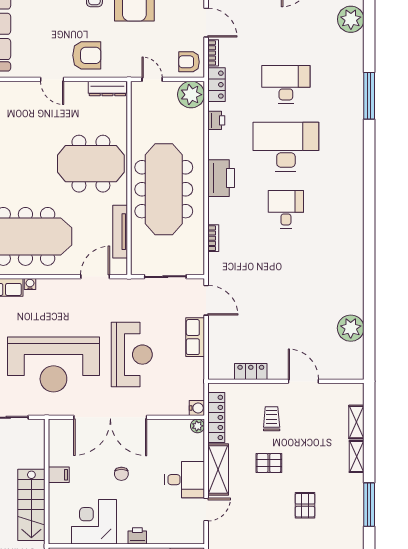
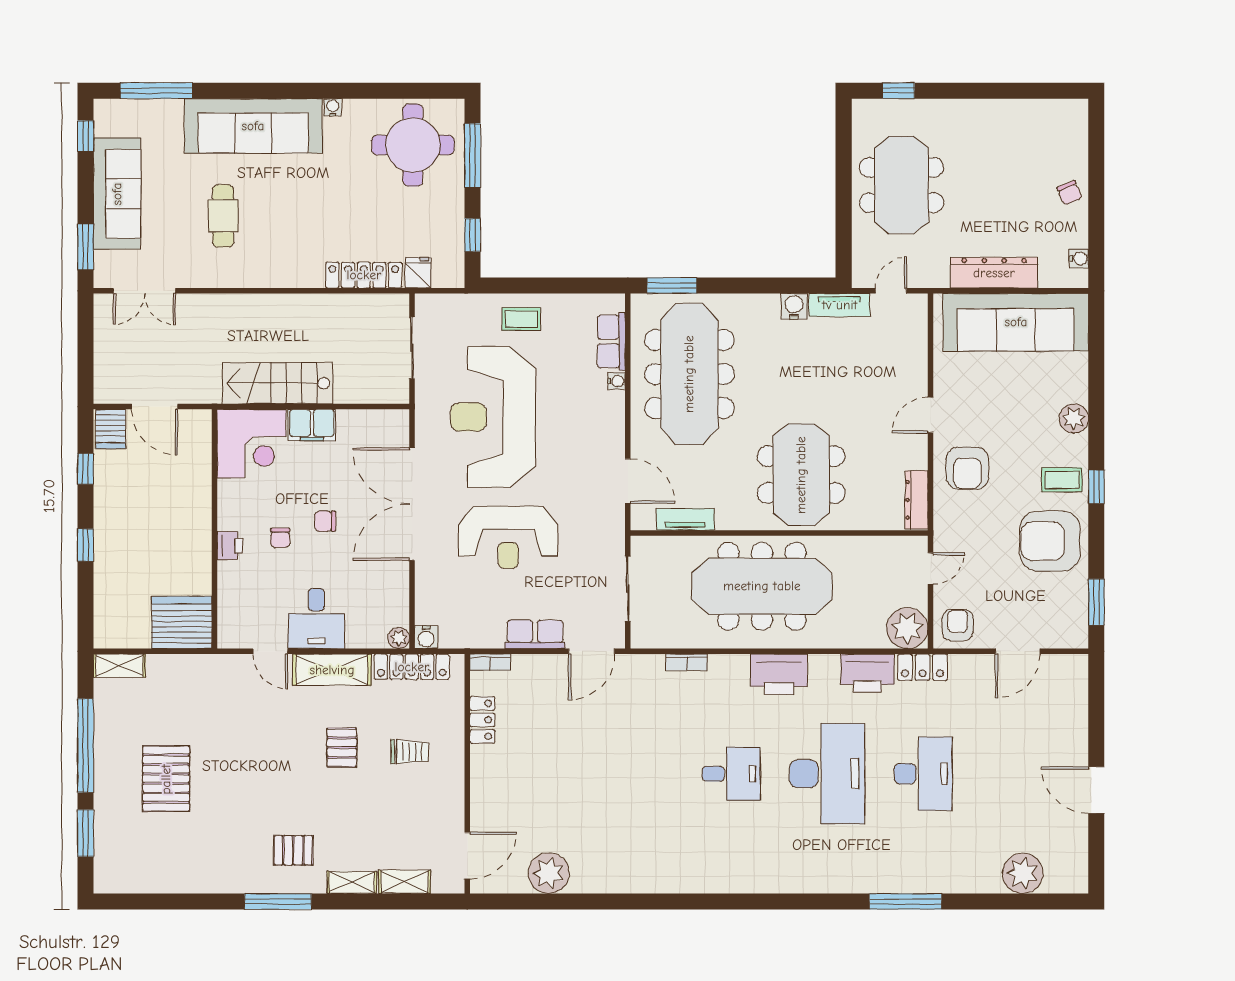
bookcase: (213, 53) -> (490, 662), moved
printer: (216, 120) -> (868, 673), width x1.87, depth x1.48
tv unit: (120, 232) -> (685, 519), width x0.71
door: (303, 381) -> (467, 855), moved
filing cabinet: (59, 475) -> (312, 425), width x2.00
chair: (132, 503) -> (280, 538), added
pallet: (305, 505) -> (293, 850), moved
corner desk: (94, 522) -> (252, 444), moved, turned 90

